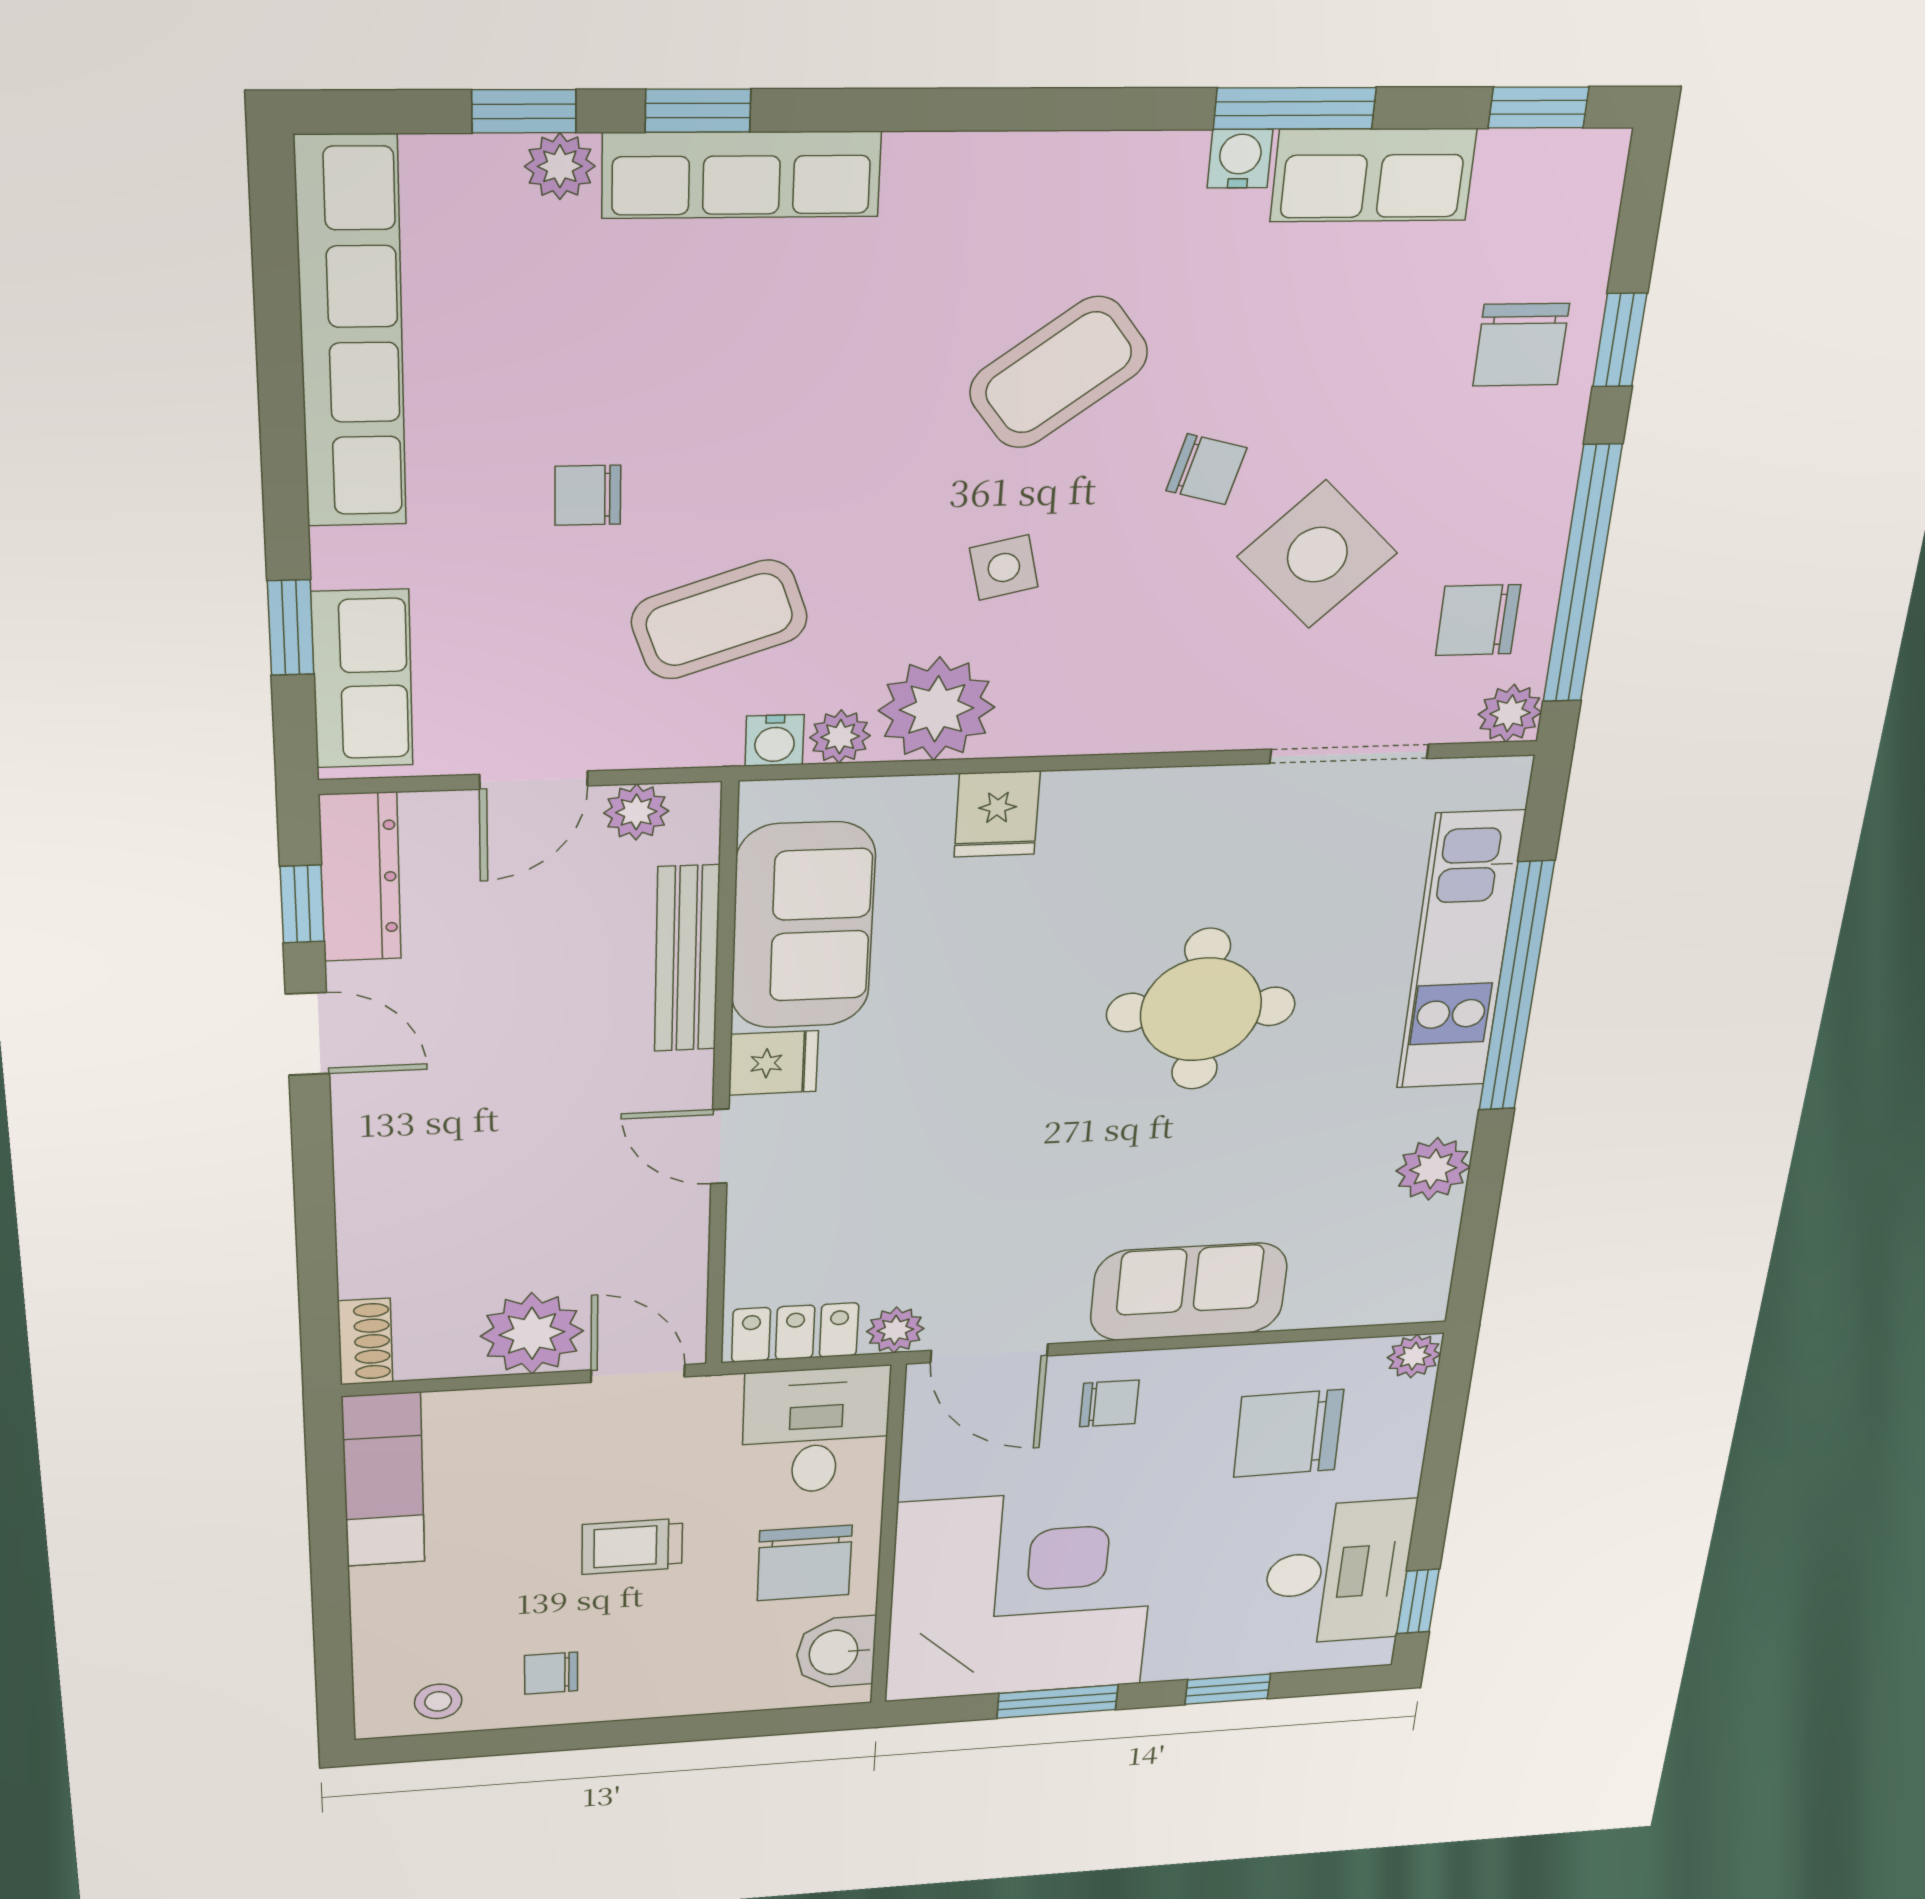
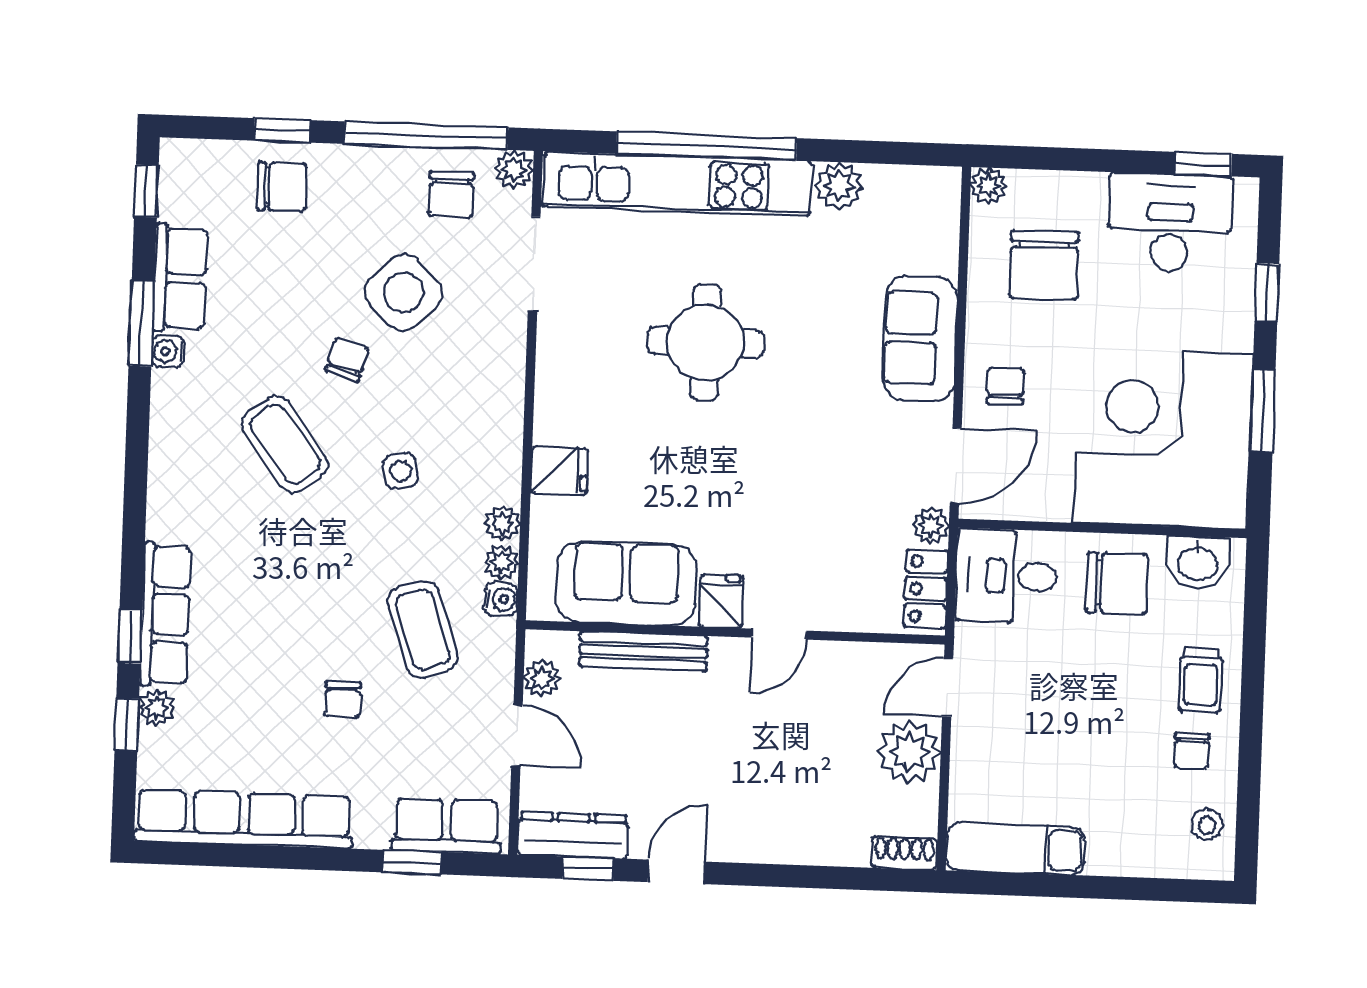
plant: (937, 709) -> (502, 523), width x0.53, depth x0.53
kitchen unit: (1460, 951) -> (677, 184), width x1.36
trolley: (632, 1546) -> (1201, 680), moved

